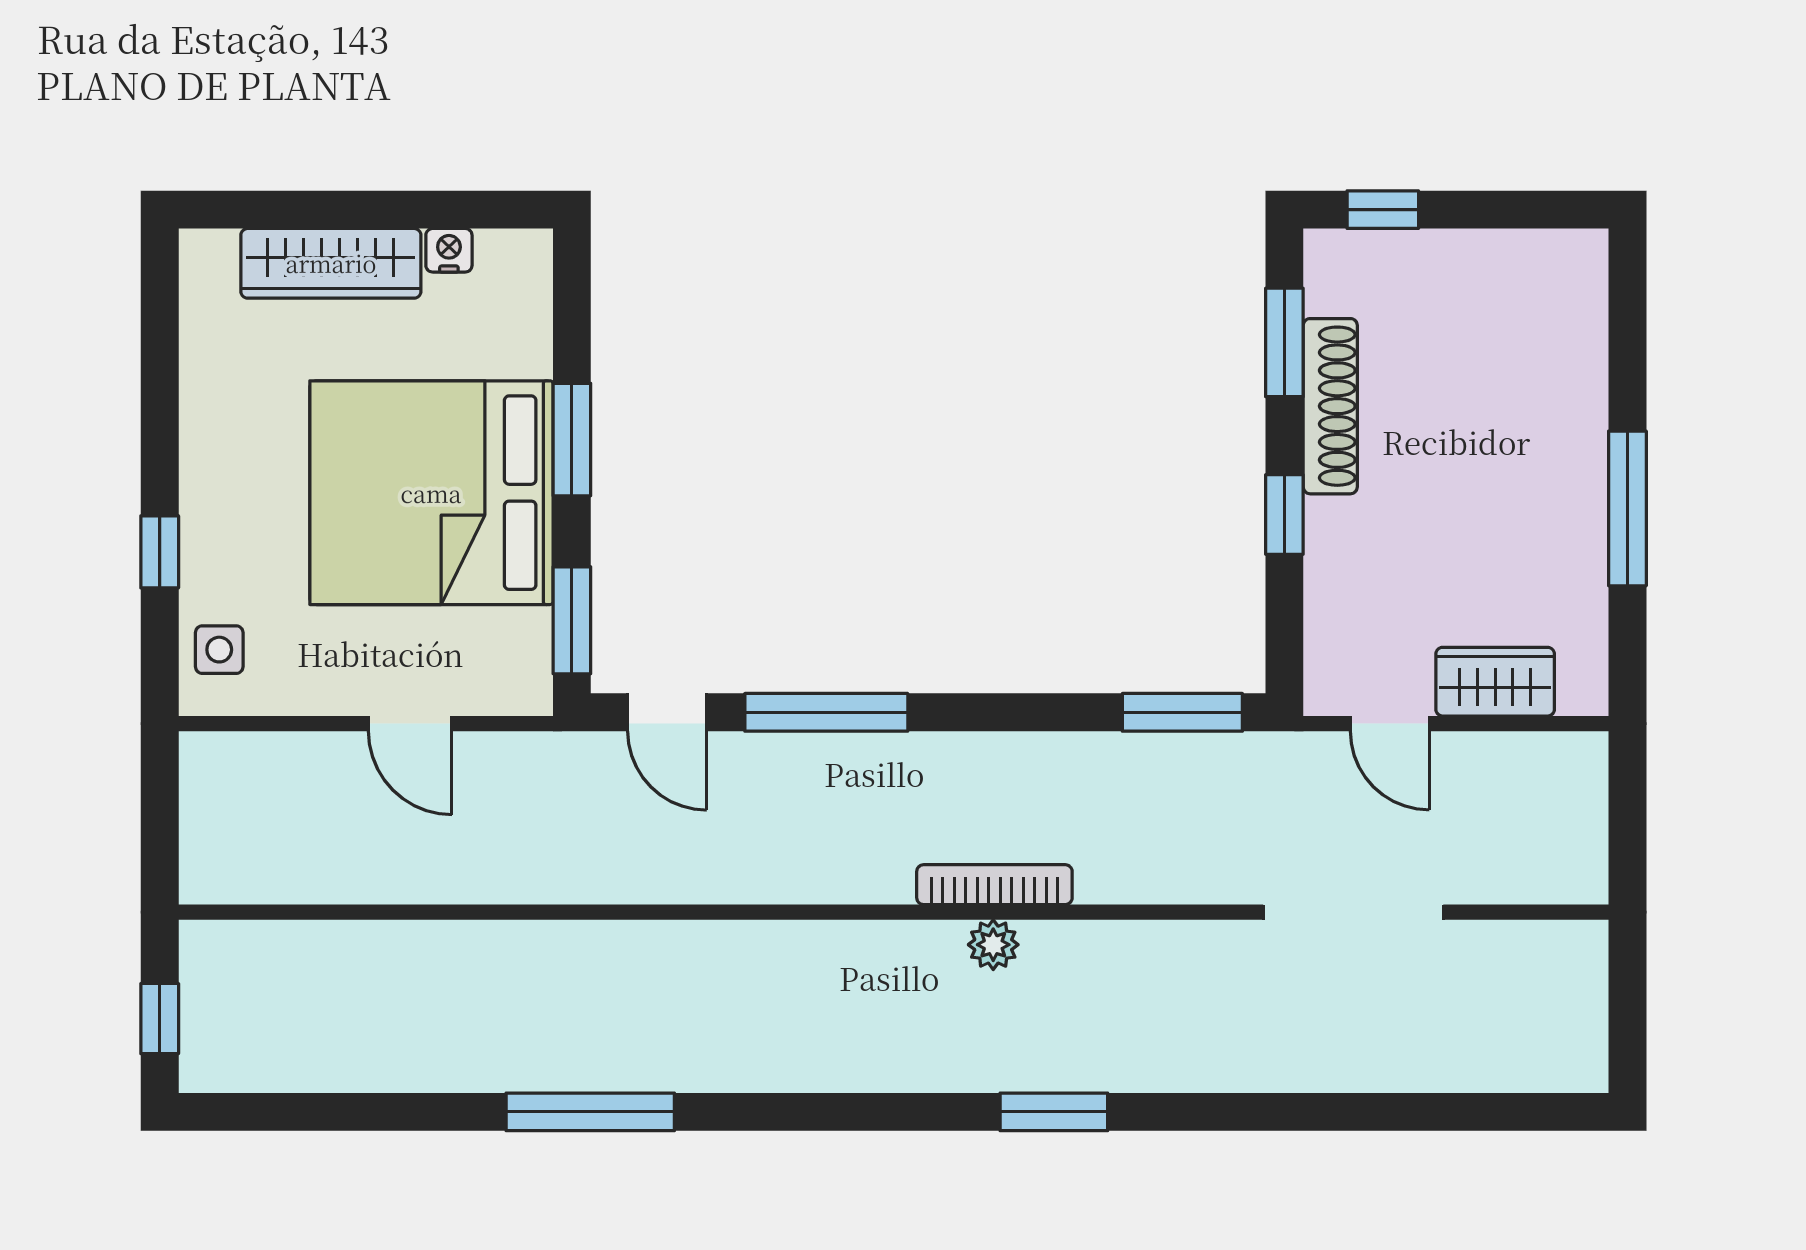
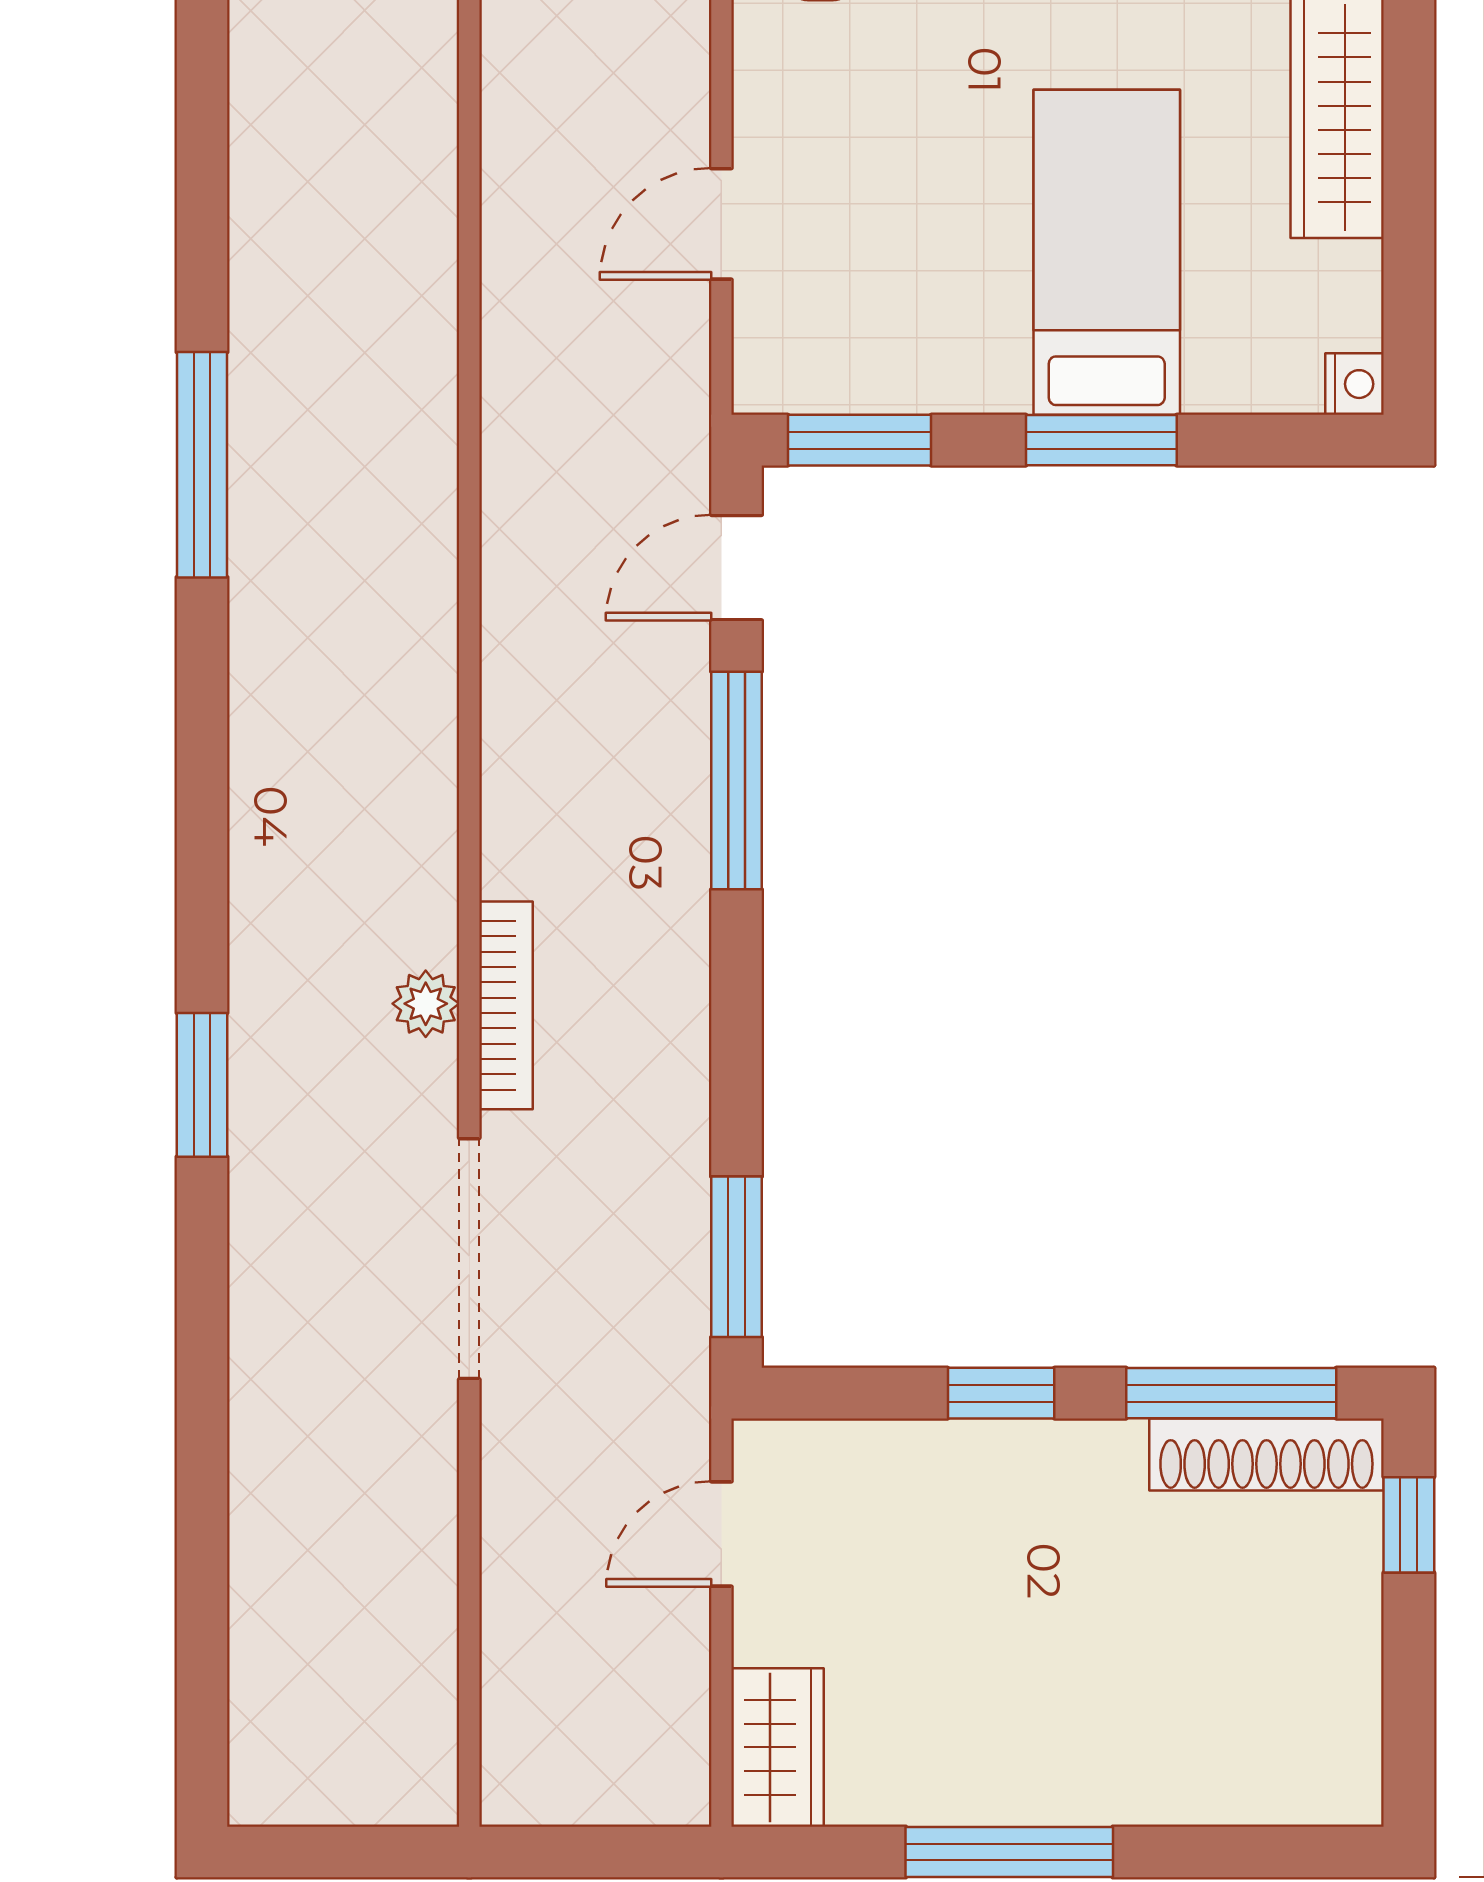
nightstand: (449, 250) -> (1355, 384), moved
window: (1284, 342) -> (1231, 1393), width x1.44
shoe rack: (1330, 406) -> (1266, 1455), moved
bed: (431, 493) -> (1107, 252), width x0.49
wardrobe: (1495, 682) -> (777, 1747), moved
doorway: (1353, 912) -> (469, 1259), moved

